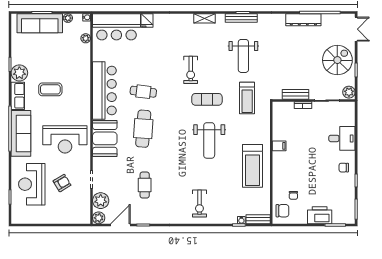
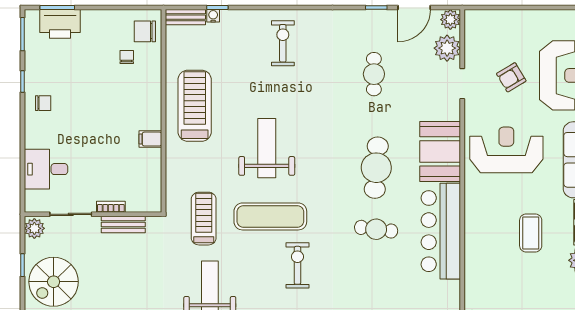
coffee table: (50, 89) -> (531, 233), turned 90
exercise mat: (207, 99) -> (270, 216), width x1.36, depth x1.45
desk: (342, 138) -> (46, 169), moved
printer: (320, 215) -> (60, 24), moved

